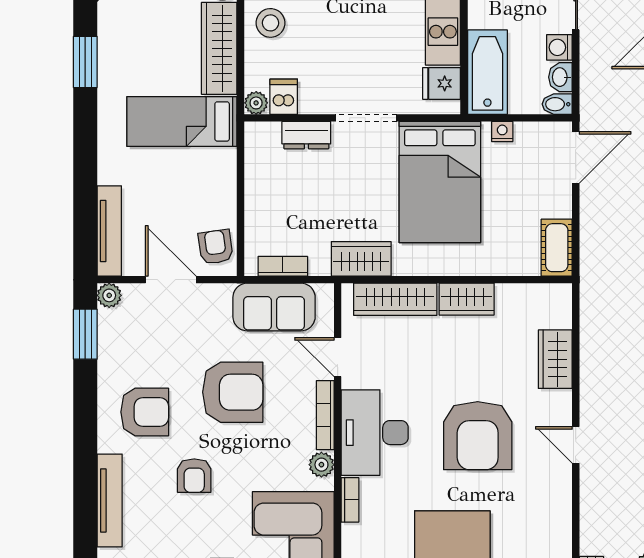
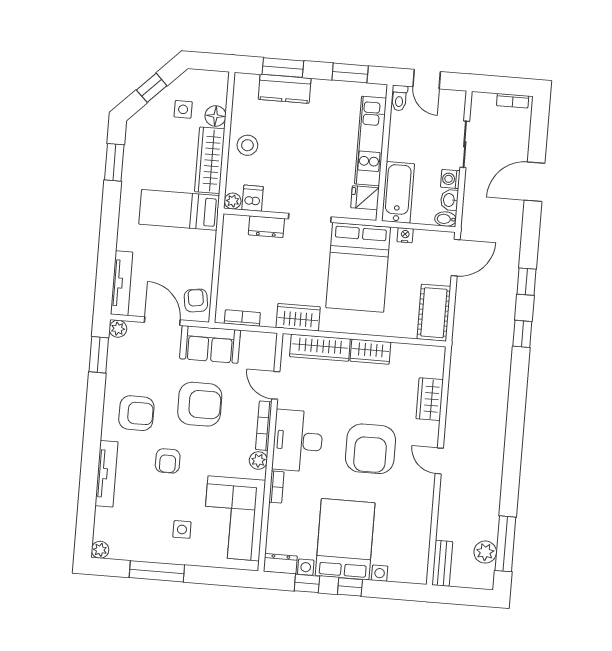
cot: (557, 248) -> (434, 313), width x1.37, depth x1.34
sofa: (274, 307) -> (210, 344), moved

